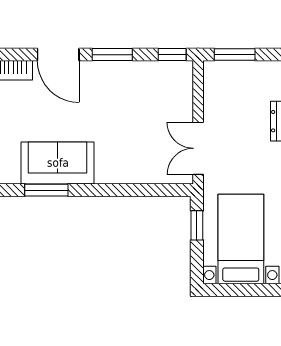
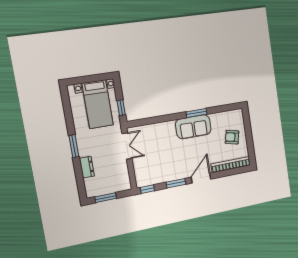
door: (58, 55) -> (201, 178), hinge flipped
window: (235, 55) -> (106, 198), moved

